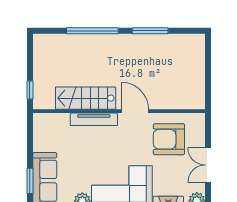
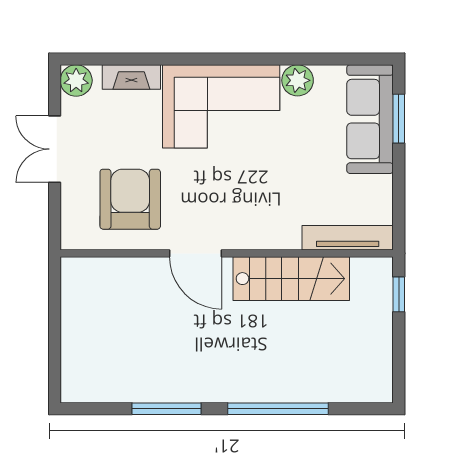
tv unit: (94, 119) -> (348, 238), moved
armchair: (169, 139) -> (130, 199), turned -90
double door: (208, 165) -> (55, 149), swing flipped

